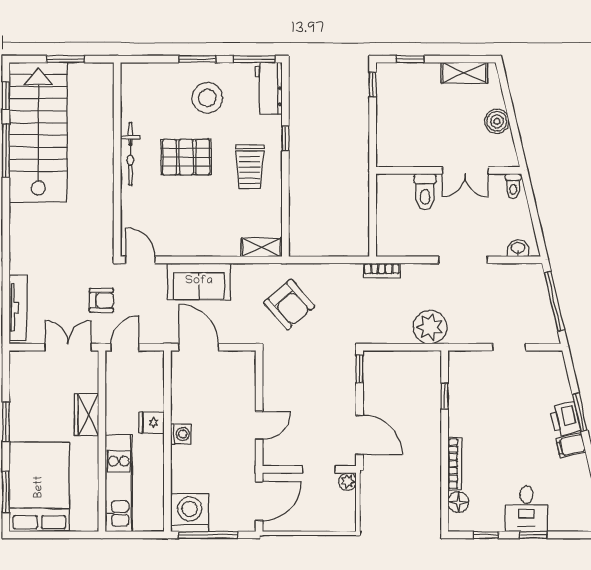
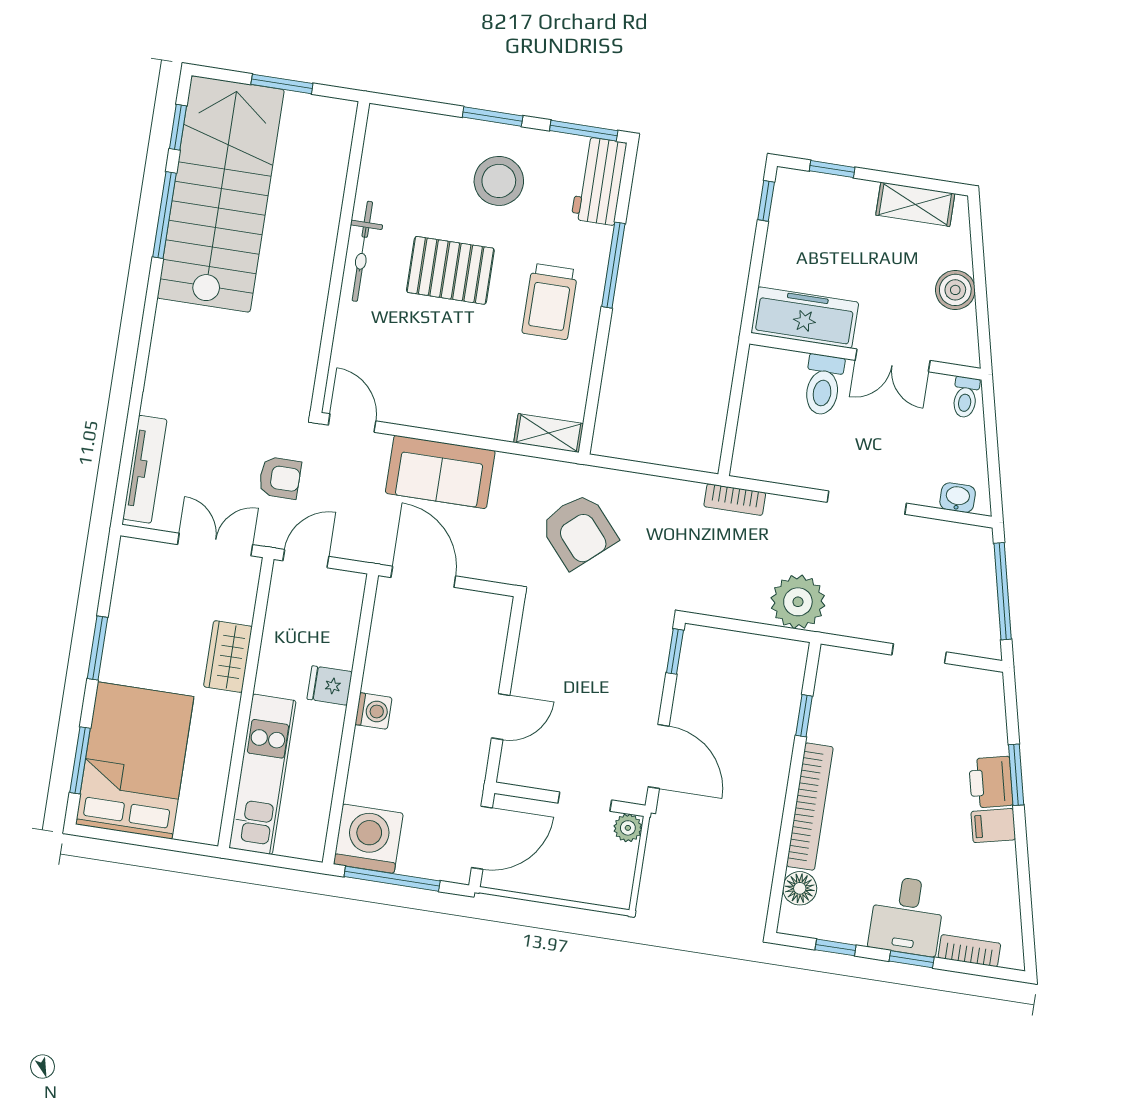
window: (285, 138) -> (613, 265), width x2.17
freezer: (407, 152) -> (805, 318), added
bookcase: (455, 464) -> (810, 807), width x1.48, depth x1.31
bookcase: (568, 524) -> (969, 951), added

